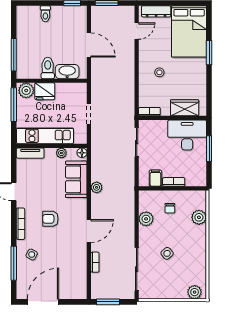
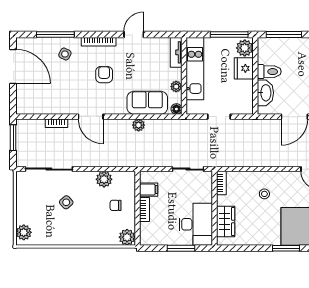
plant: (199, 217) -> (127, 237), moved

